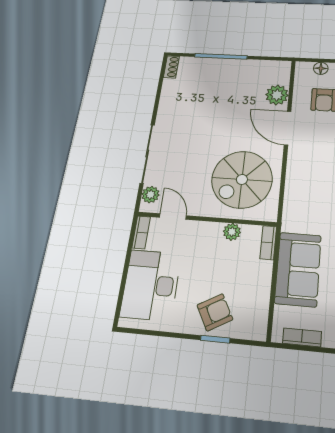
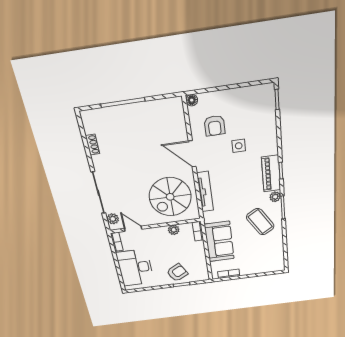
shoe rack: (171, 67) -> (92, 145), moved
floor lamp: (321, 68) -> (192, 100), moved
plant: (277, 95) -> (178, 129), removed
tv unit: (293, 183) -> (205, 192), added

